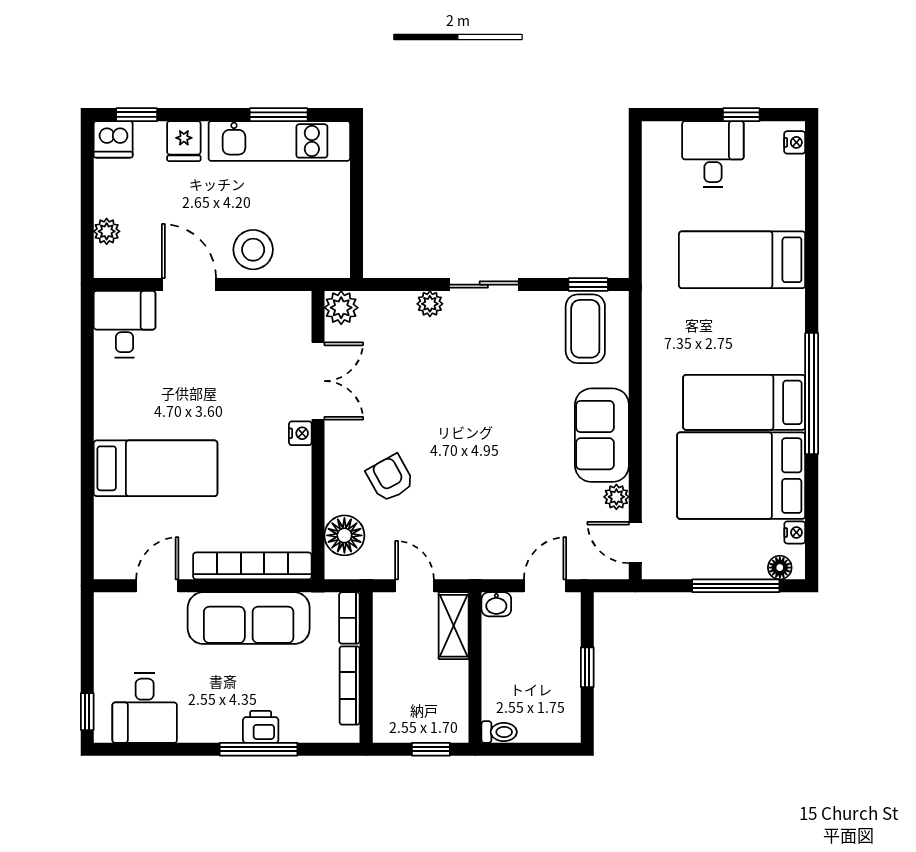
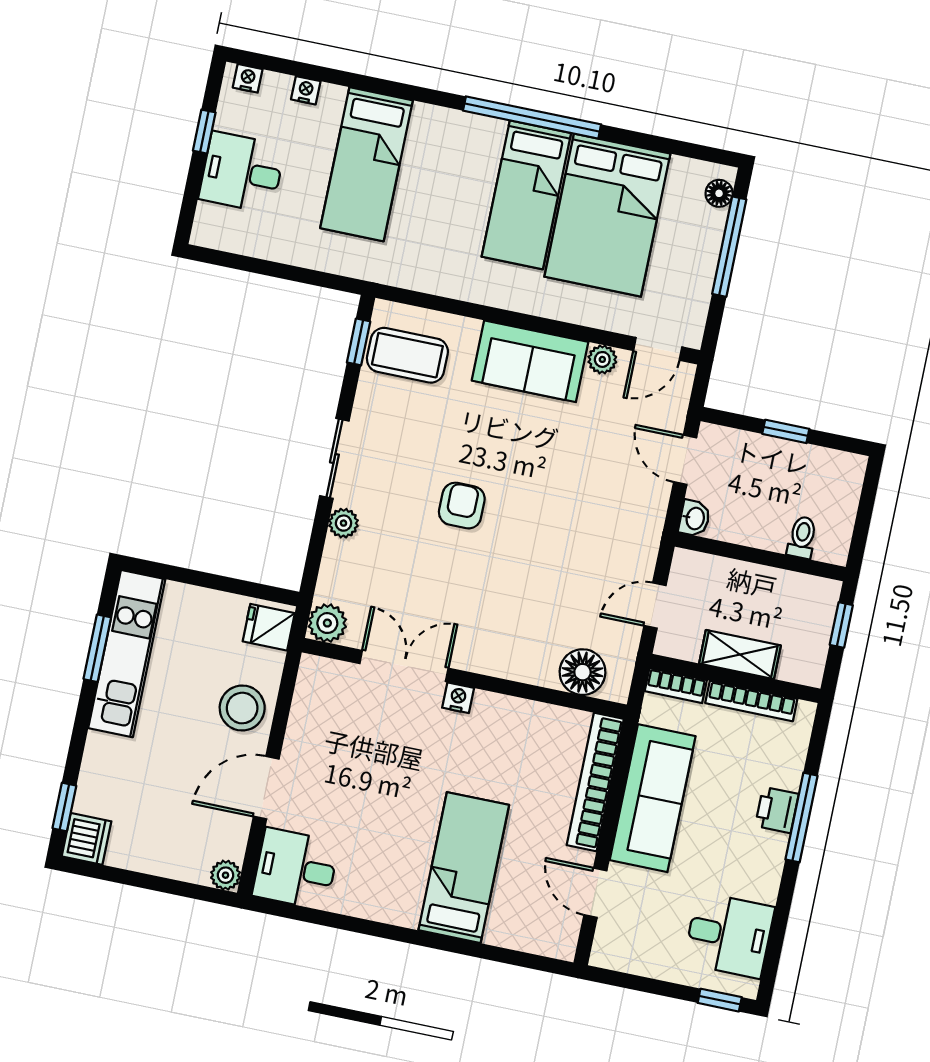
fridge: (184, 141) -> (269, 627), moved, turned 180
plant: (107, 231) -> (226, 875), moved
armchair: (390, 478) -> (462, 506), moved, turned 119
nightstand: (795, 532) -> (306, 90), moved
shelving: (454, 626) -> (740, 654), moved
toilet: (499, 732) -> (802, 537), moved

